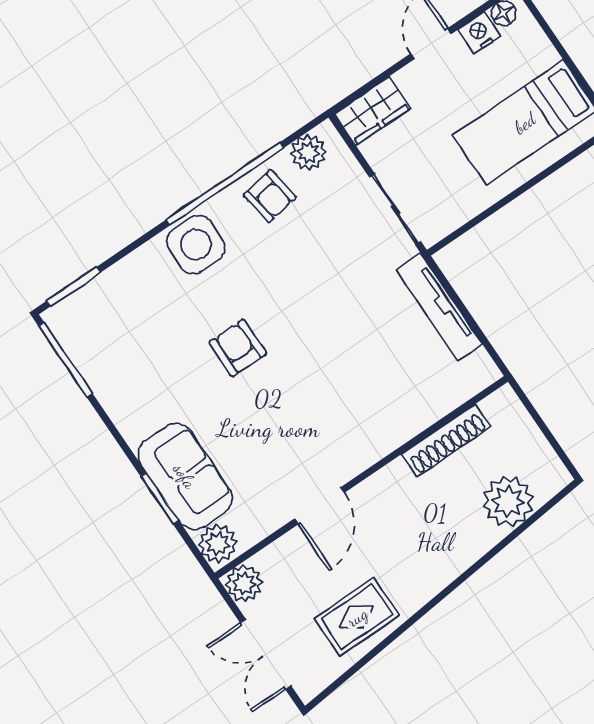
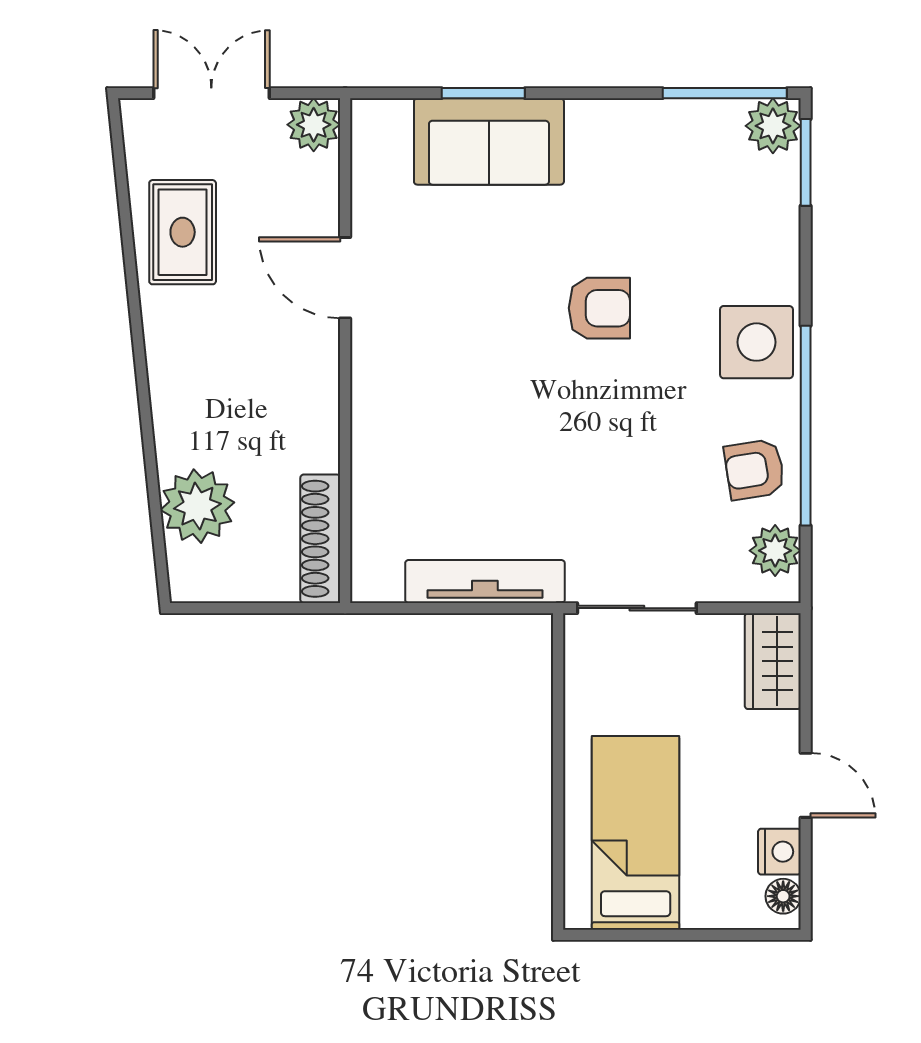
shoe rack: (446, 440) -> (320, 539), moved
plant: (218, 544) -> (773, 126), moved

